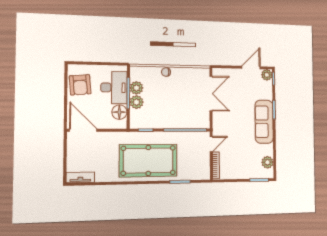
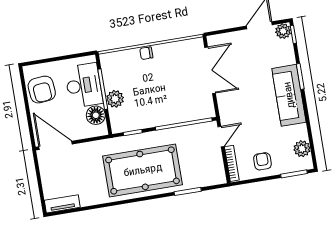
plant: (136, 88) -> (112, 81), removed
armchair: (238, 167) -> (262, 161), added

